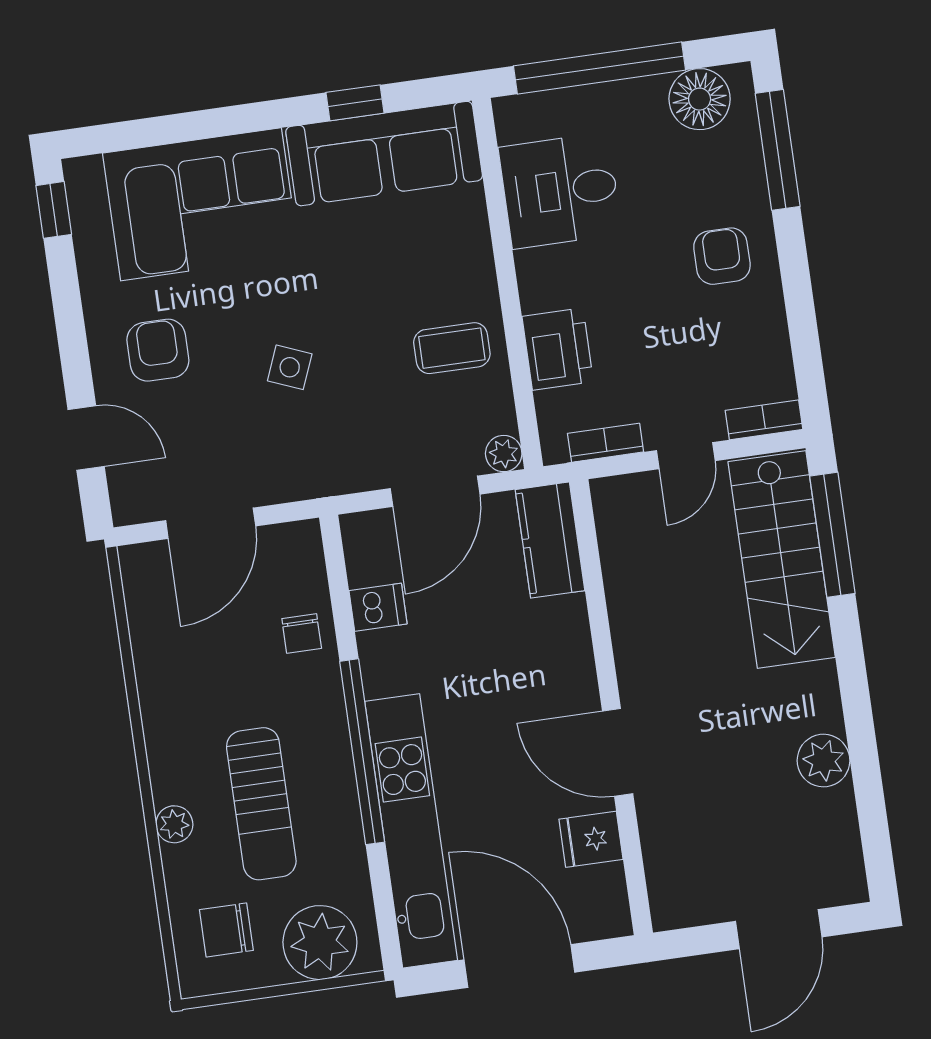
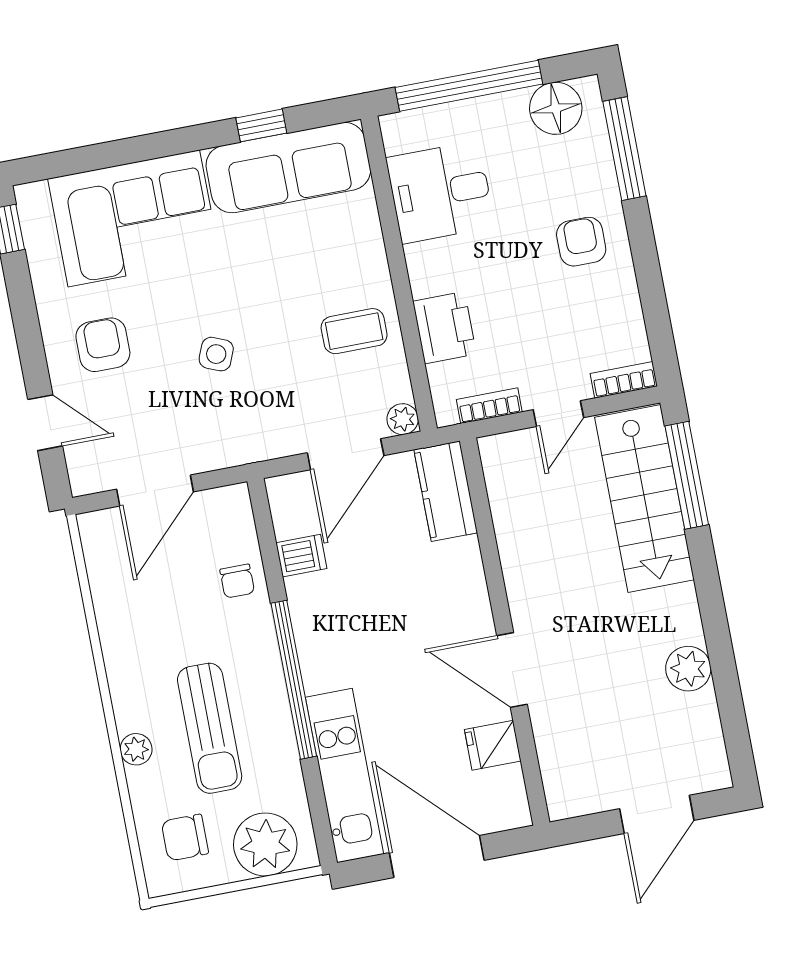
kitchen unit: (411, 831) -> (344, 776), width x0.73

